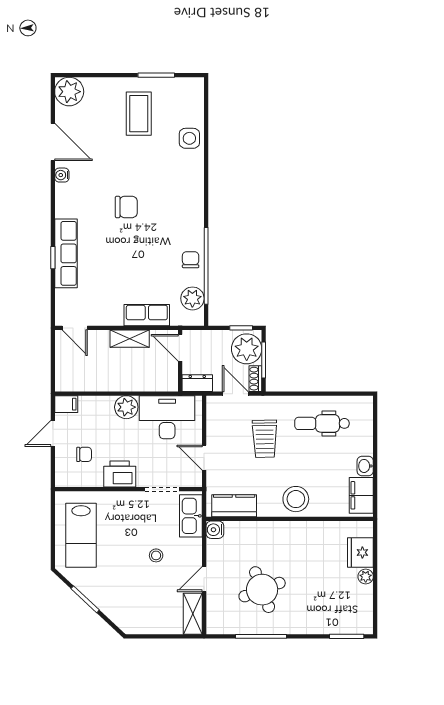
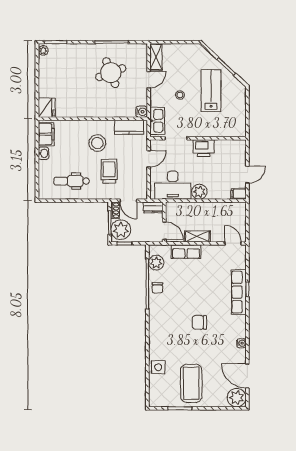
coffee table: (139, 114) -> (191, 383), width x1.36, depth x1.32
door: (53, 142) -> (247, 376), moved
dental chair: (322, 423) -> (72, 181), turned 180
chair: (84, 454) -> (227, 161), removed
door: (204, 458) -> (149, 159), hinge flipped
stool: (296, 499) -> (97, 143), moved
lab bench: (81, 535) -> (211, 91), moved
fridge: (360, 552) -> (47, 108), moved
plant: (366, 577) -> (43, 50), moved

